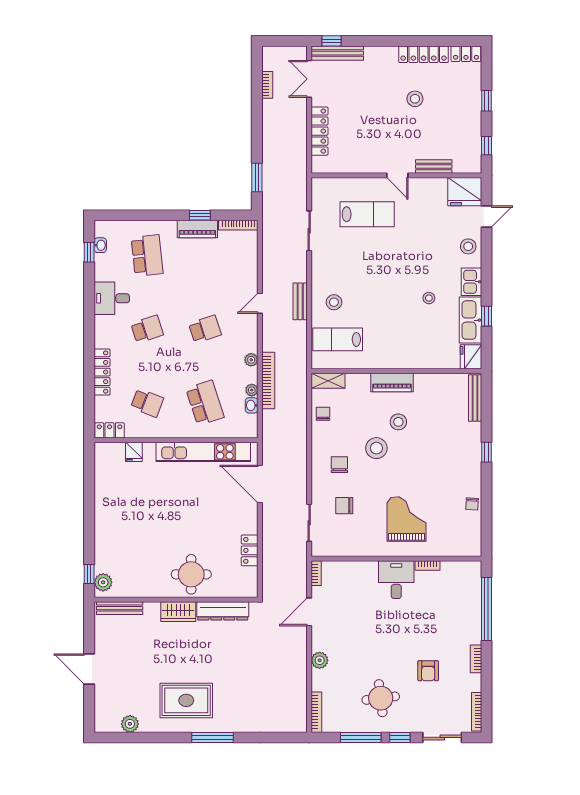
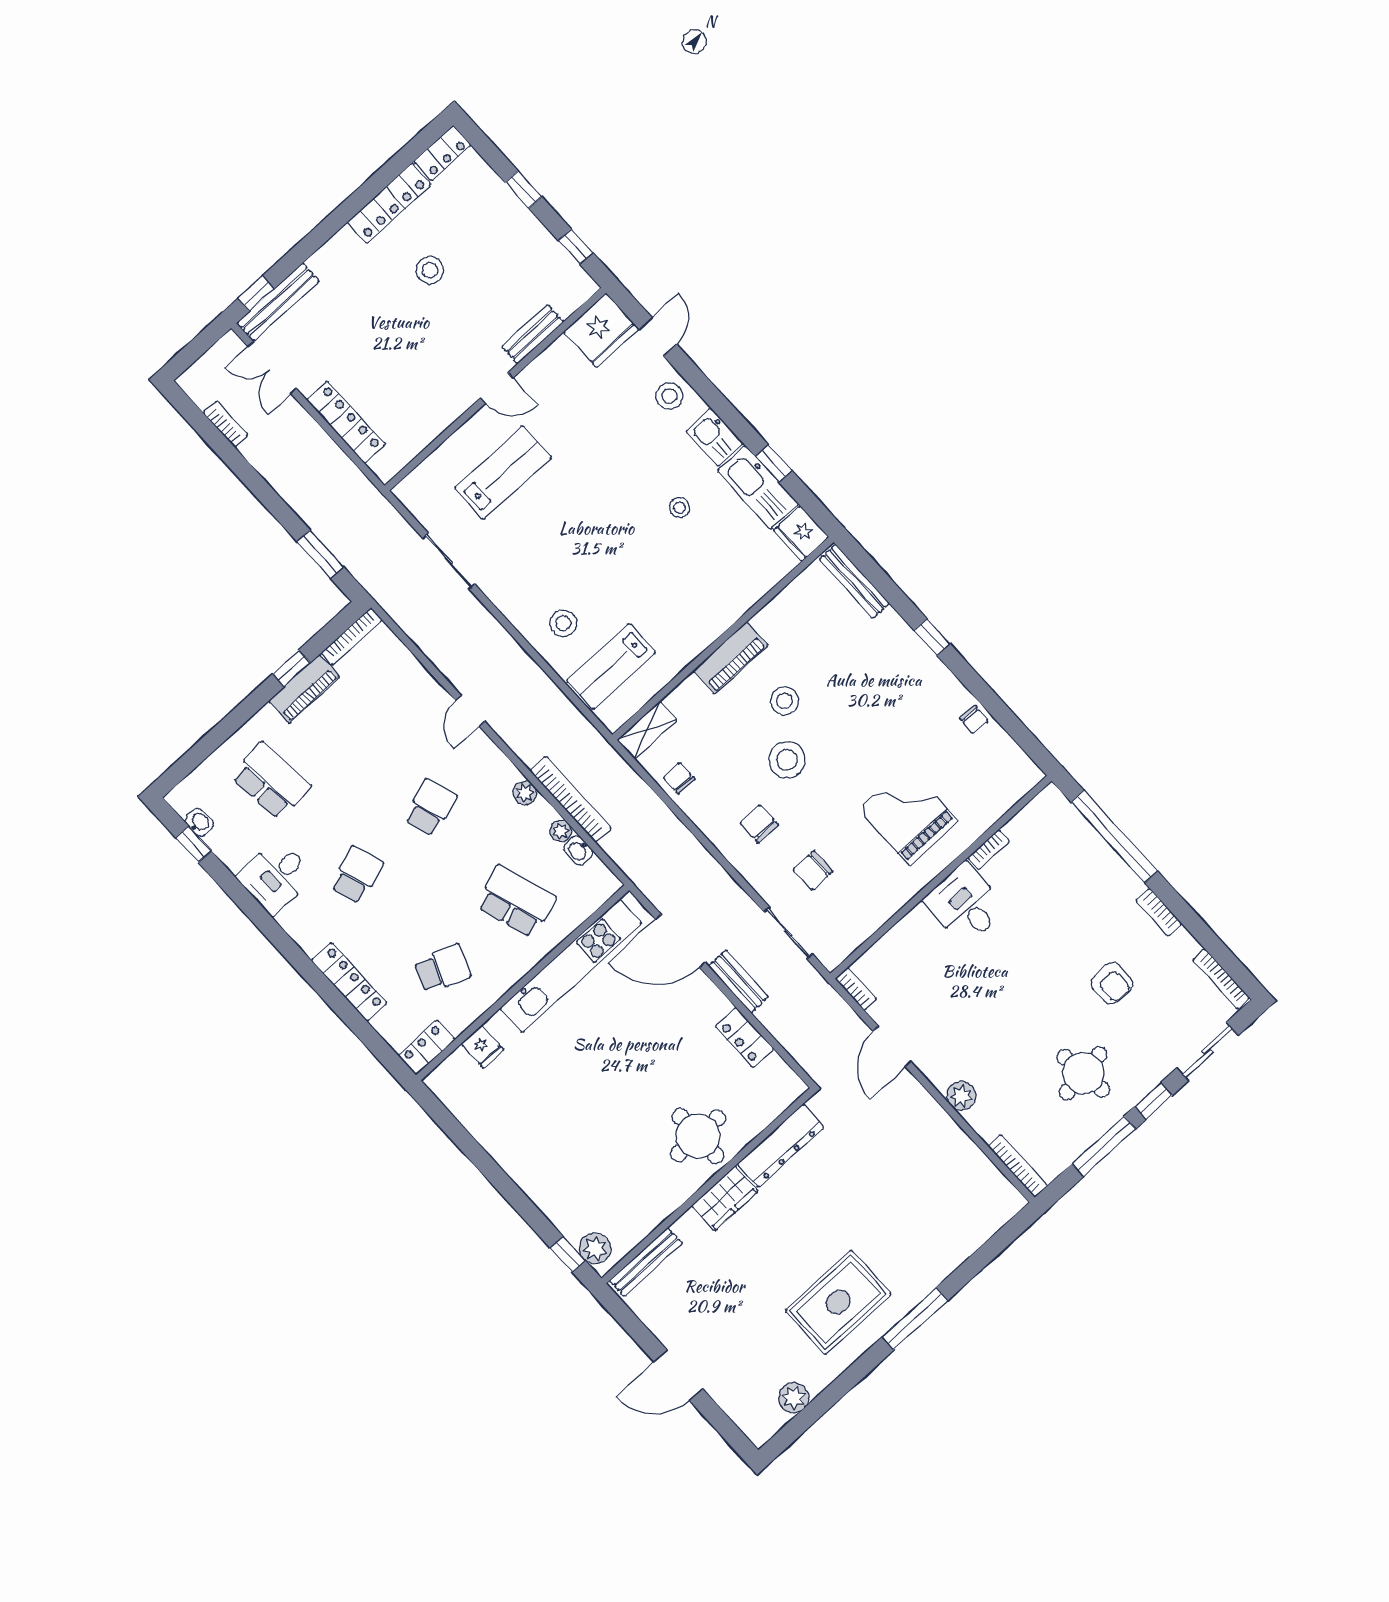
bench: (300, 301) -> (738, 981), moved

